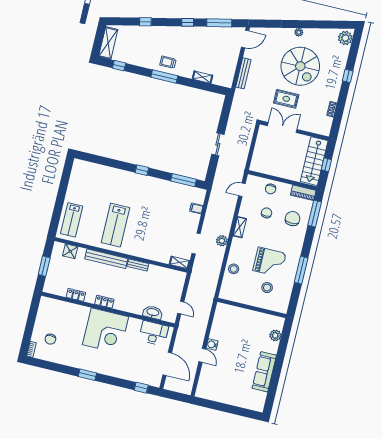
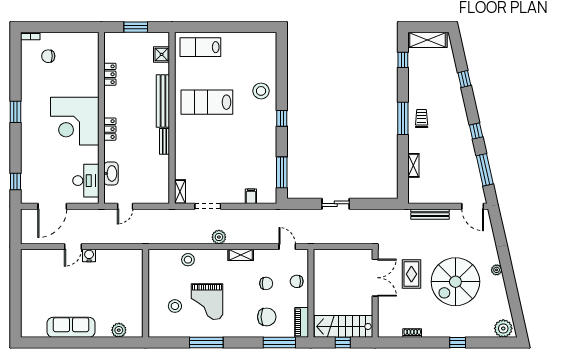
stool: (117, 181) -> (261, 91), added
locker: (104, 302) -> (110, 129), moved

